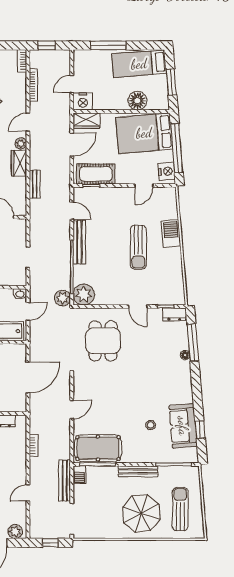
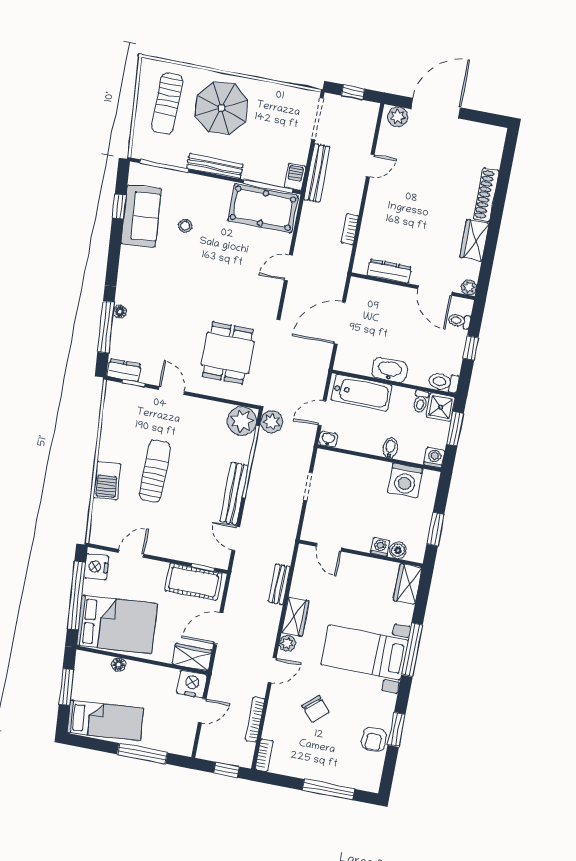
floor lamp: (137, 101) -> (119, 665), width x0.53, depth x0.53

